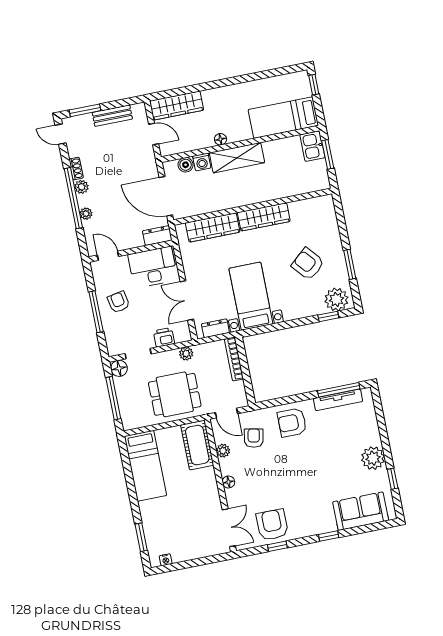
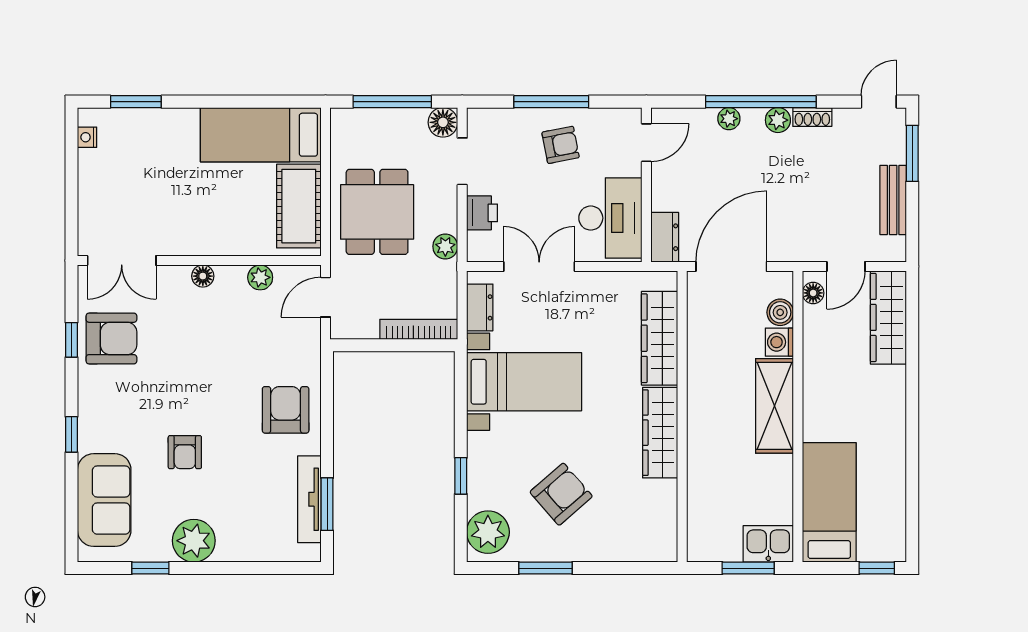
floor lamp: (220, 139) -> (813, 293), moved
window: (328, 316) -> (461, 476), moved
window: (339, 390) -> (327, 504), width x0.69
armchair: (254, 438) -> (185, 452), moved, turned 79
cot: (197, 445) -> (299, 206), moved, turned 90

